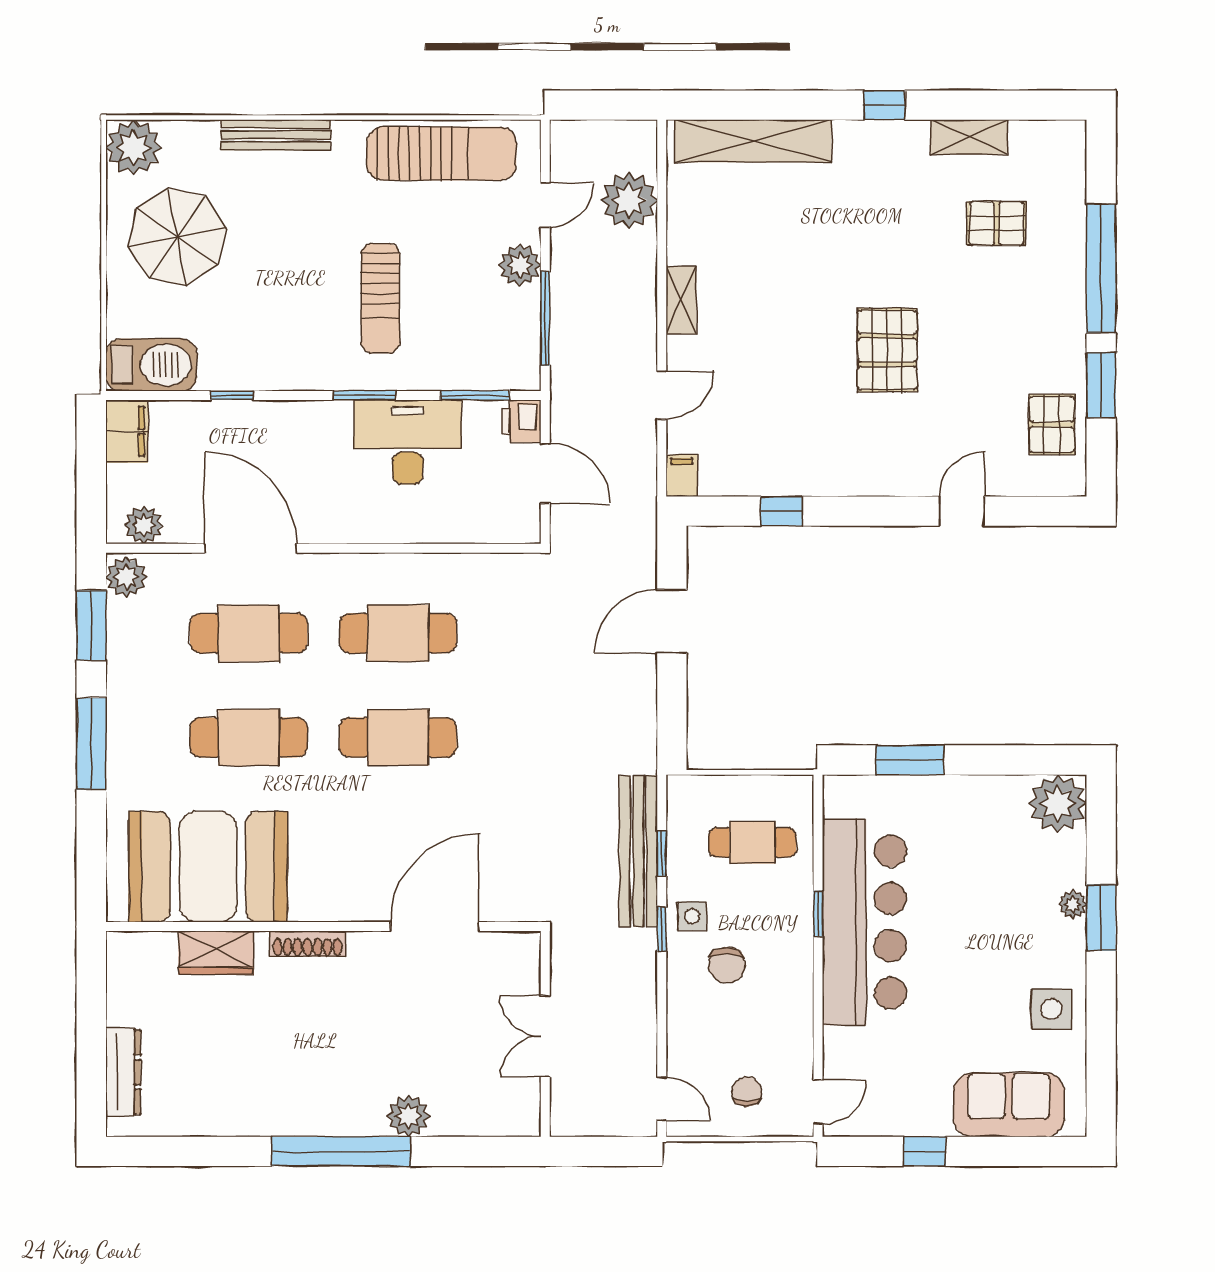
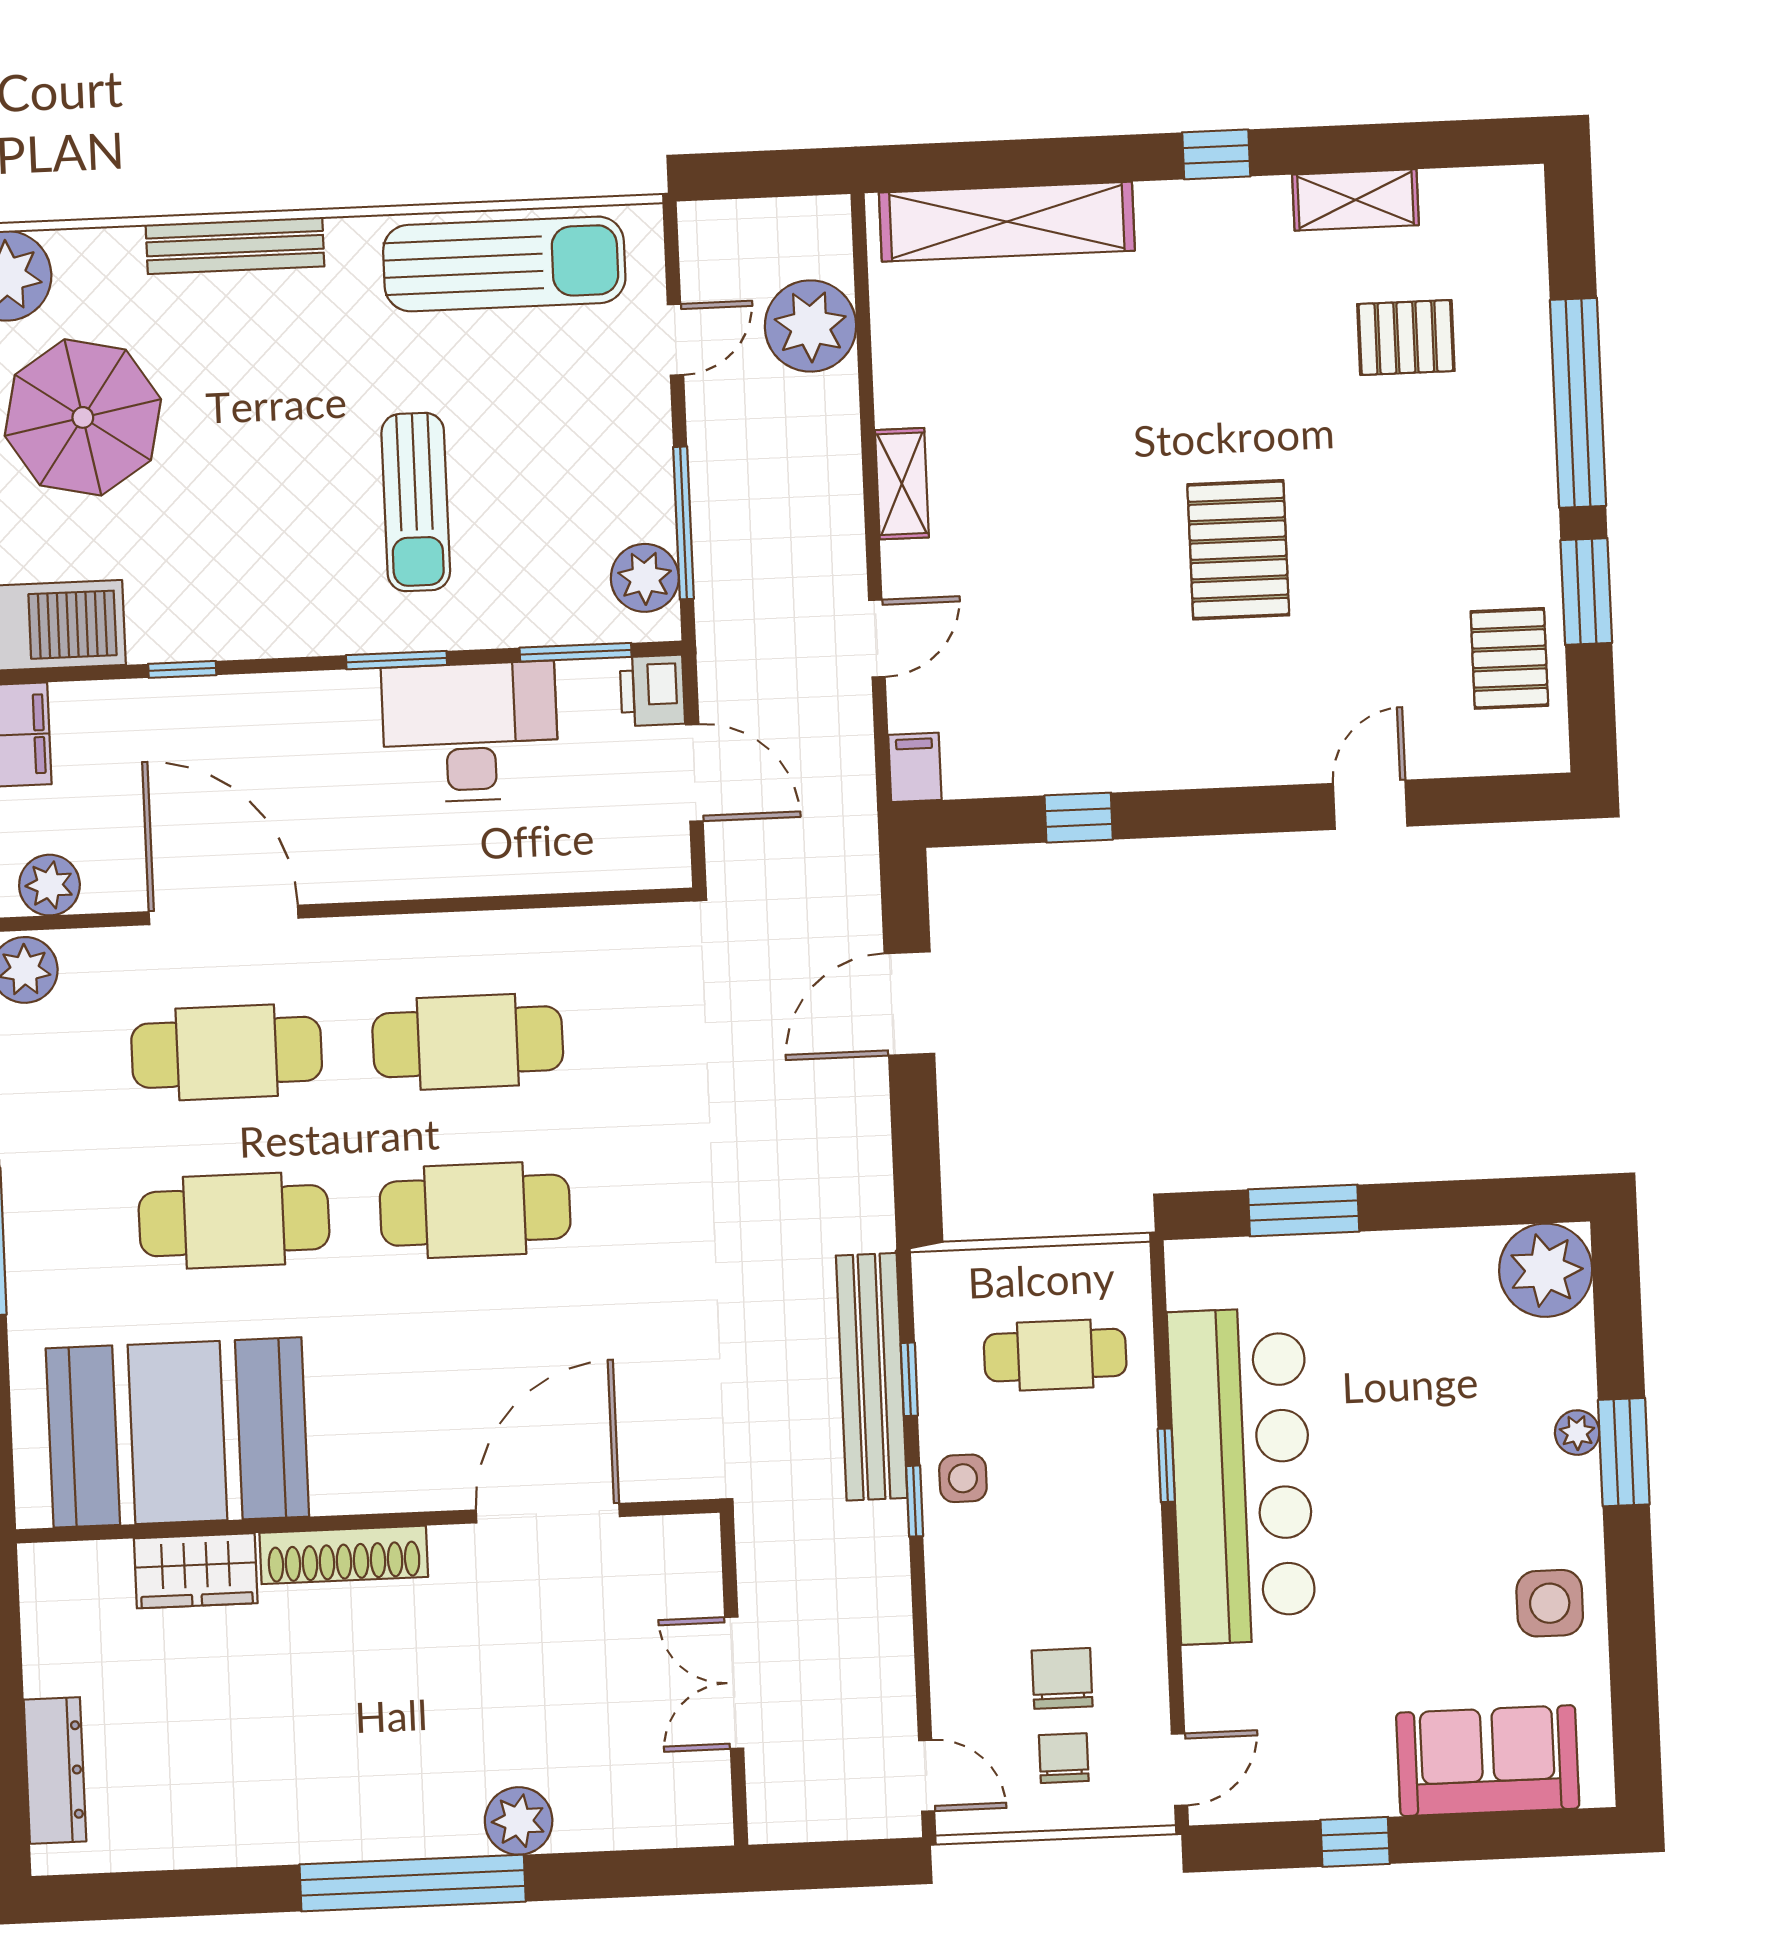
plant: (520, 265) -> (645, 578), moved
shoe rack: (307, 944) -> (344, 1555), width x1.36, depth x1.24
chair: (727, 965) -> (1062, 1678), moved, turned 180

